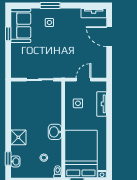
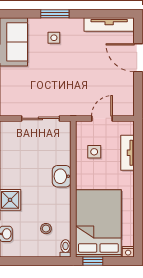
tv unit: (94, 13) -> (109, 25), width x1.41
washbasin: (55, 132) -> (62, 176), moved

